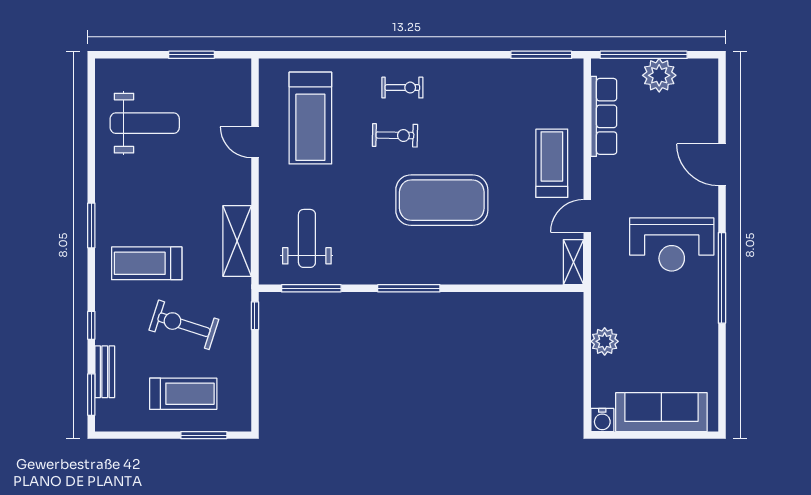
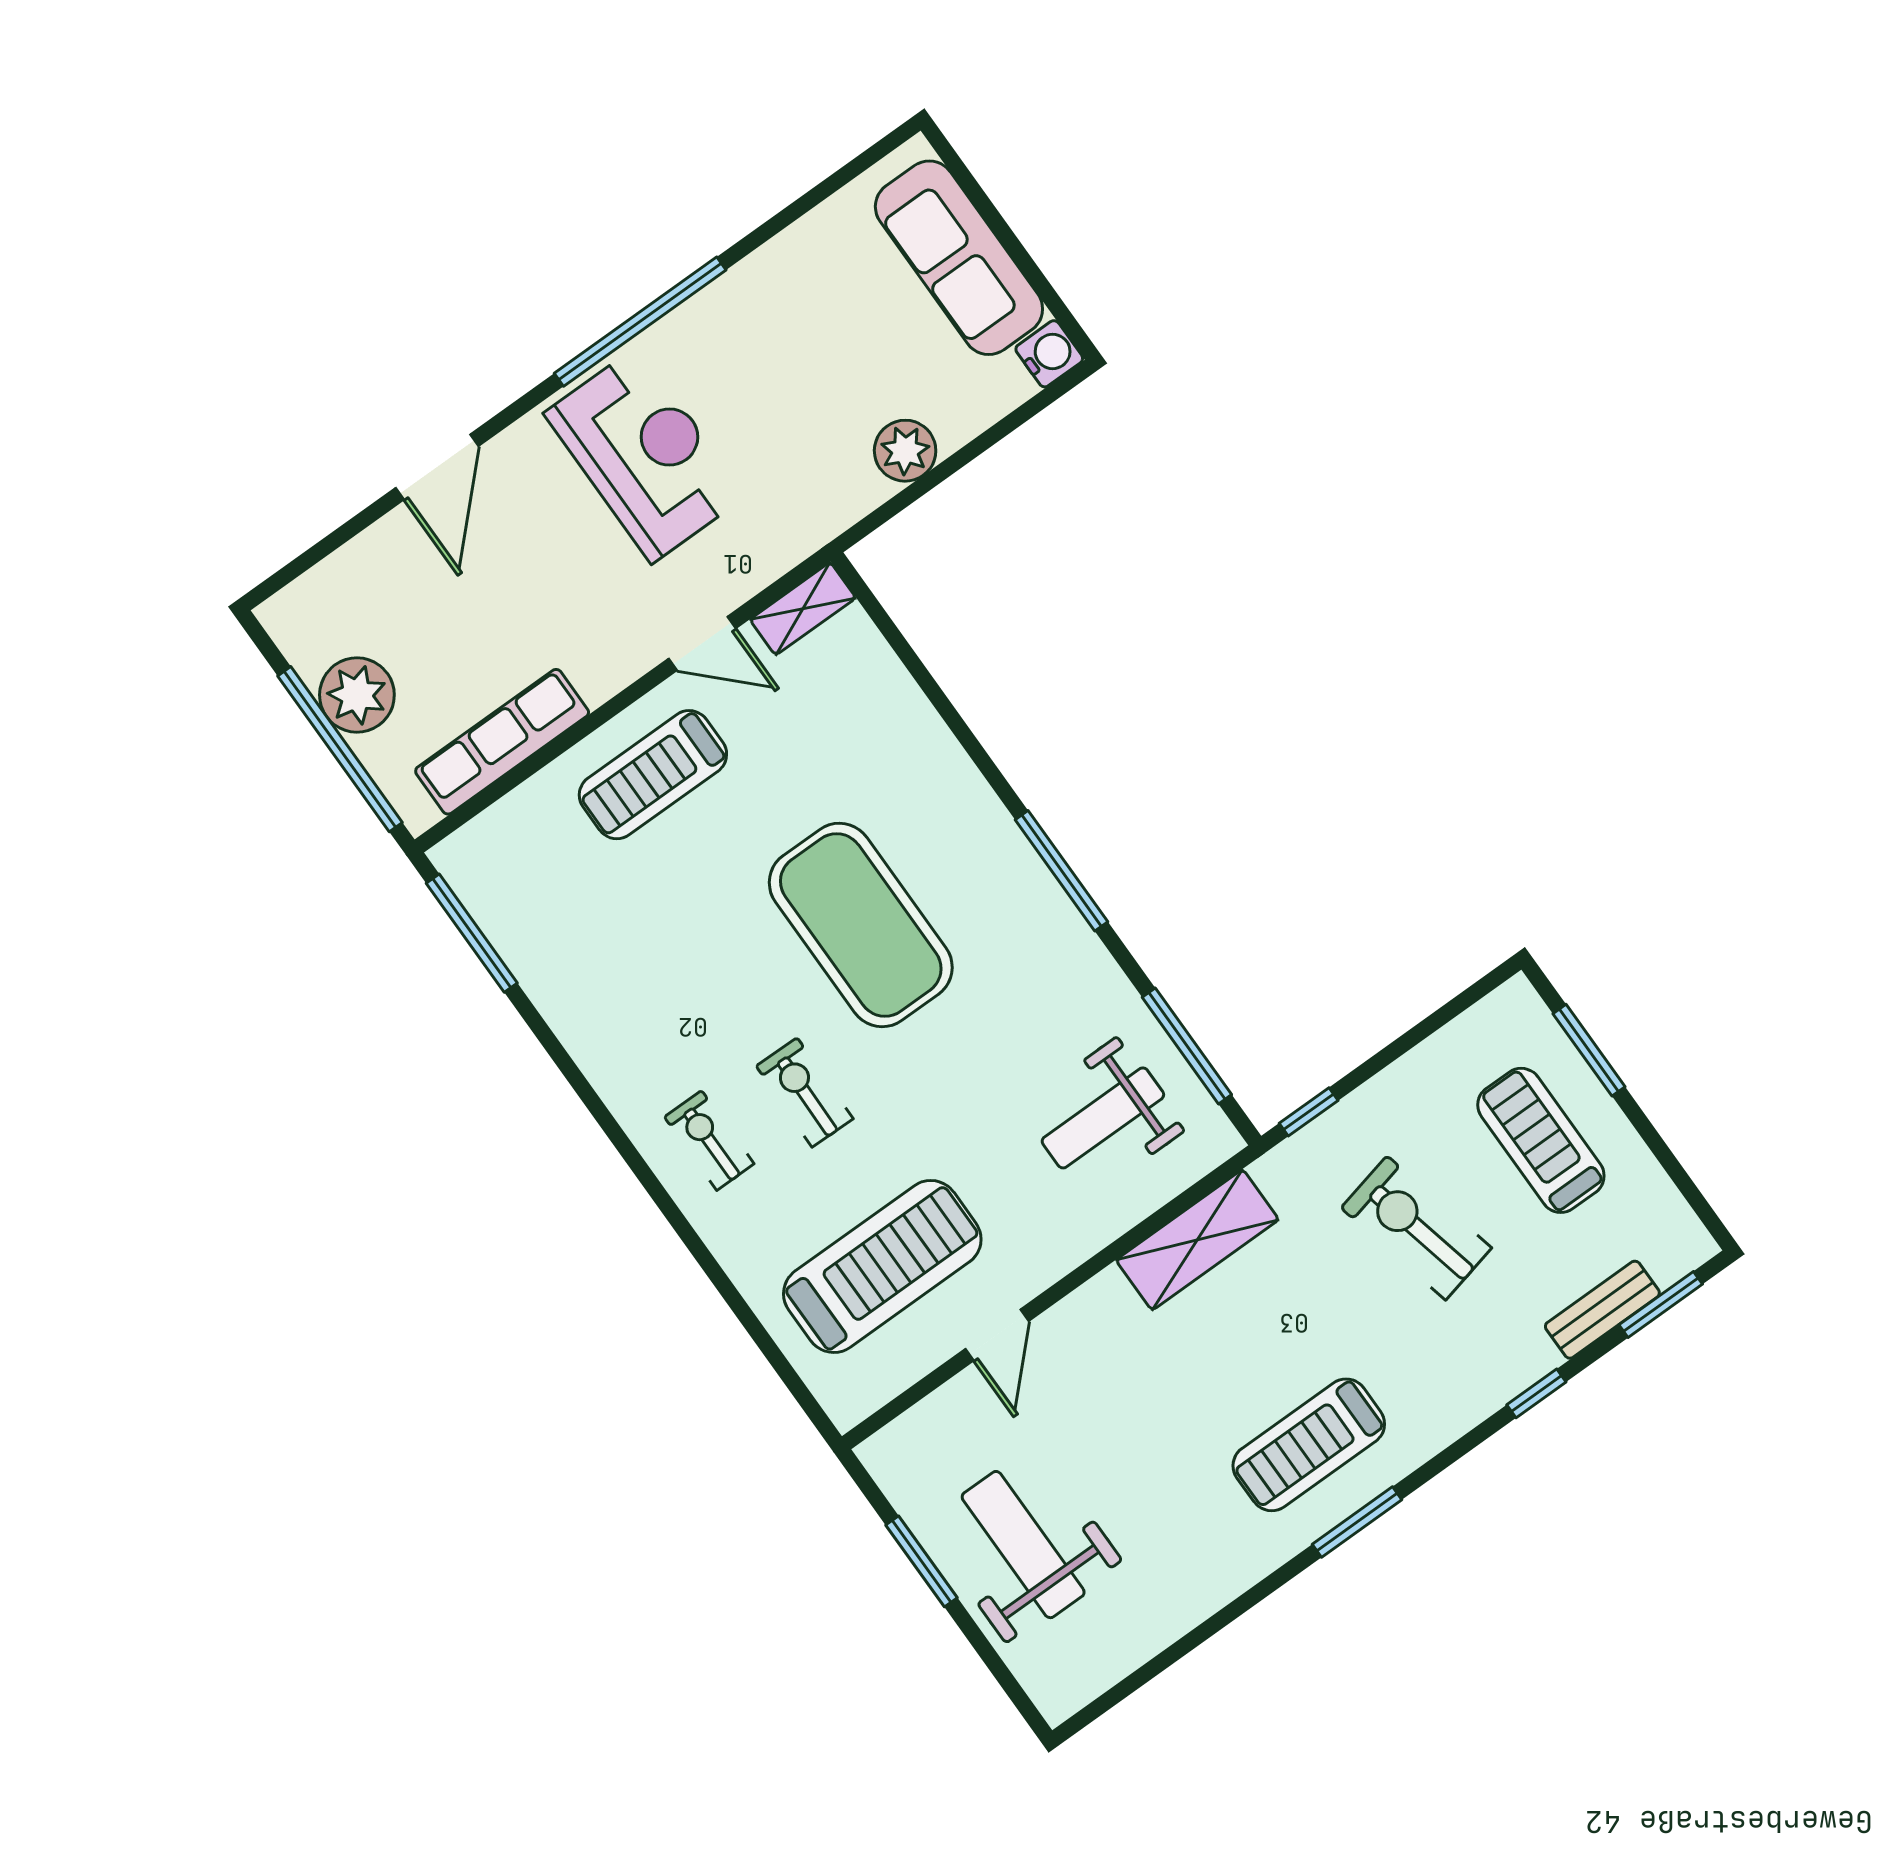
weight bench: (145, 123) -> (1023, 1545), moved
treadmill: (147, 263) -> (1309, 1445), moved, turned 90
exercise bike: (184, 325) -> (1416, 1228), turned 149

